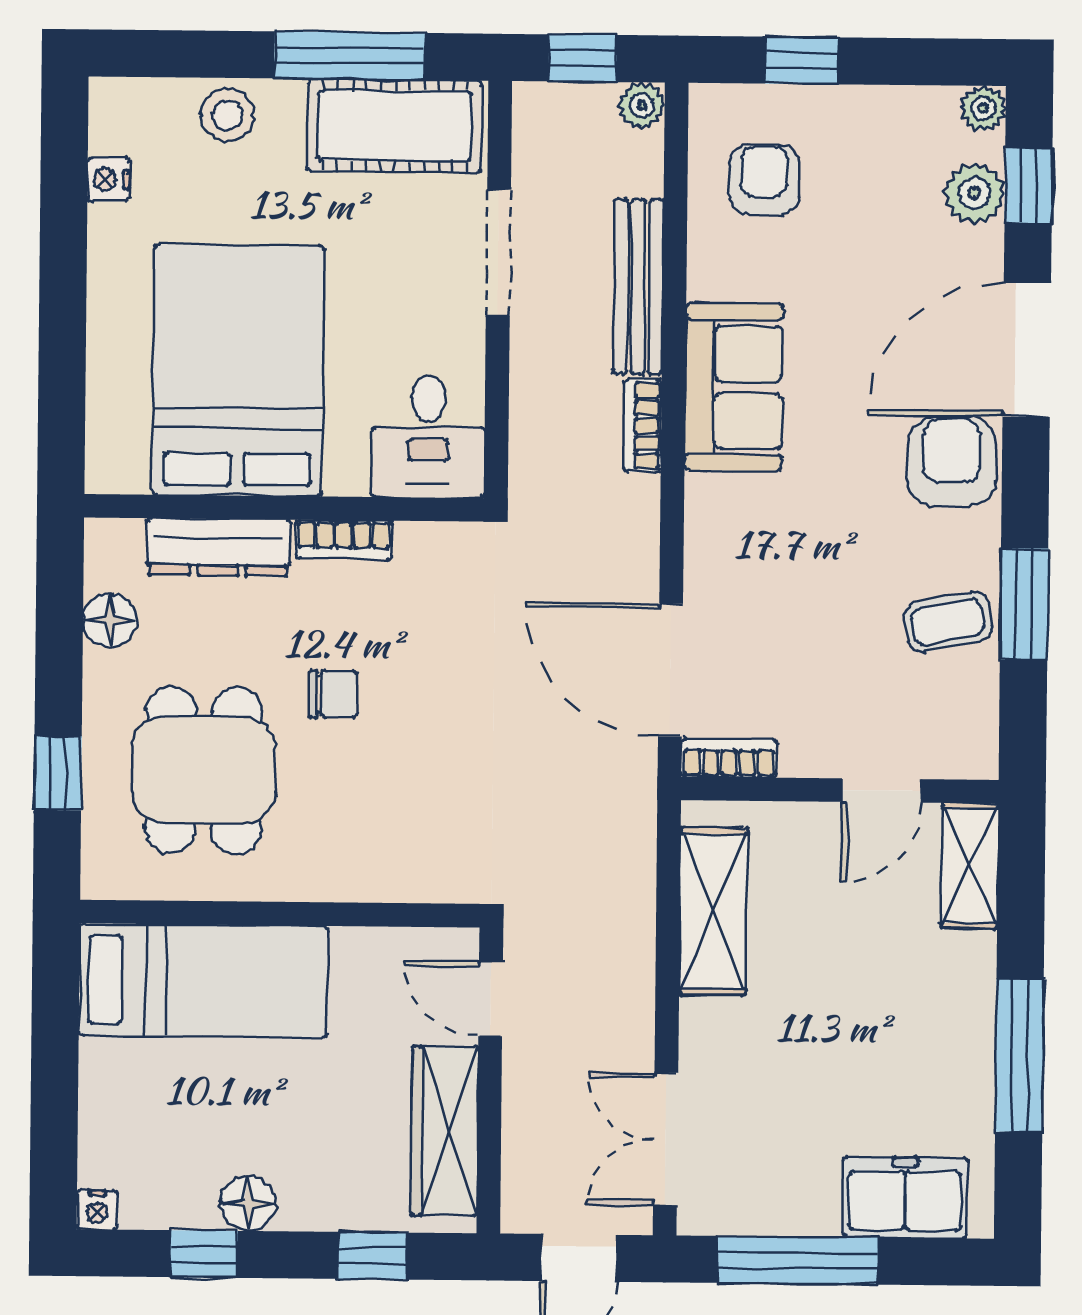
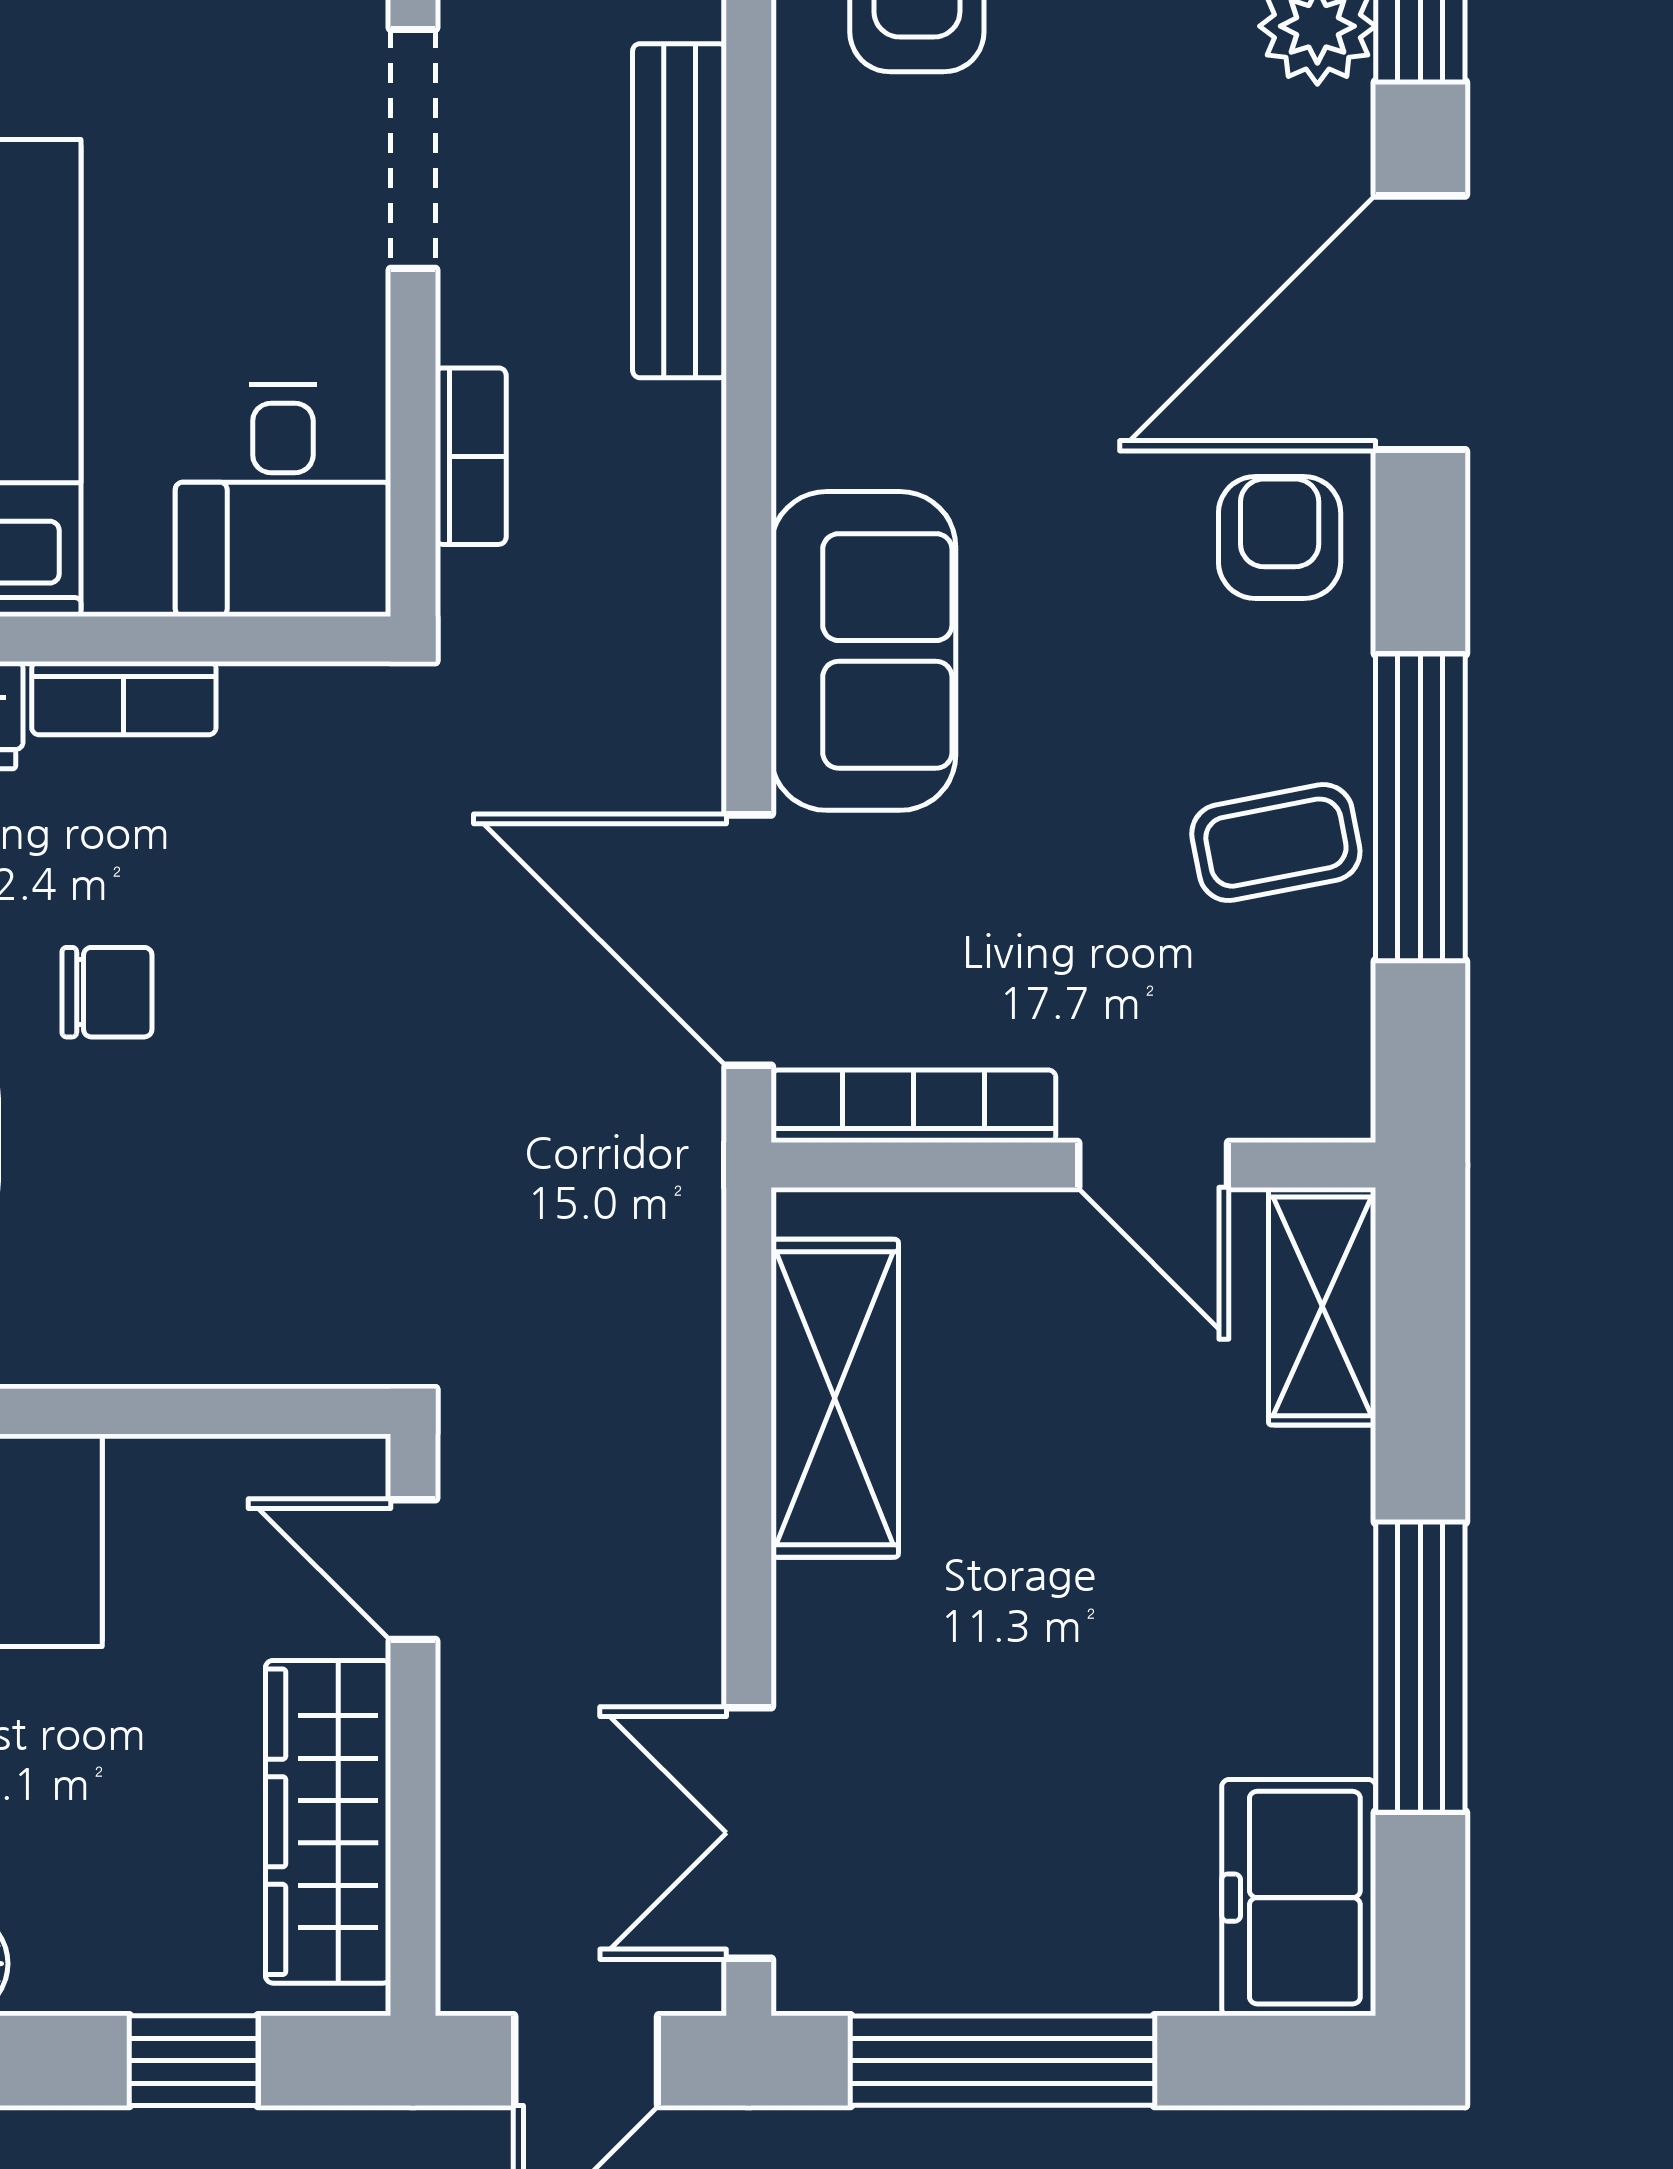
sofa: (734, 387) -> (863, 651), moved
bookcase: (643, 426) -> (471, 456), moved, turned 180
armchair: (952, 462) -> (1280, 538), width x0.72, depth x0.72
window: (1024, 604) -> (1420, 807), width x1.44
bookcase: (729, 758) -> (913, 1106), width x1.56
door: (882, 791) -> (1153, 1165), hinge flipped
freezer: (905, 1197) -> (1299, 1898), moved, turned -90

